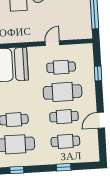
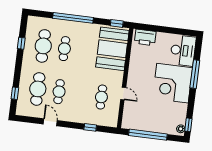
cafe table: (63, 92) -> (80, 94), removed
cafe table: (65, 141) -> (38, 89), width x1.37, depth x1.35
window: (64, 167) -> (15, 93), moved

